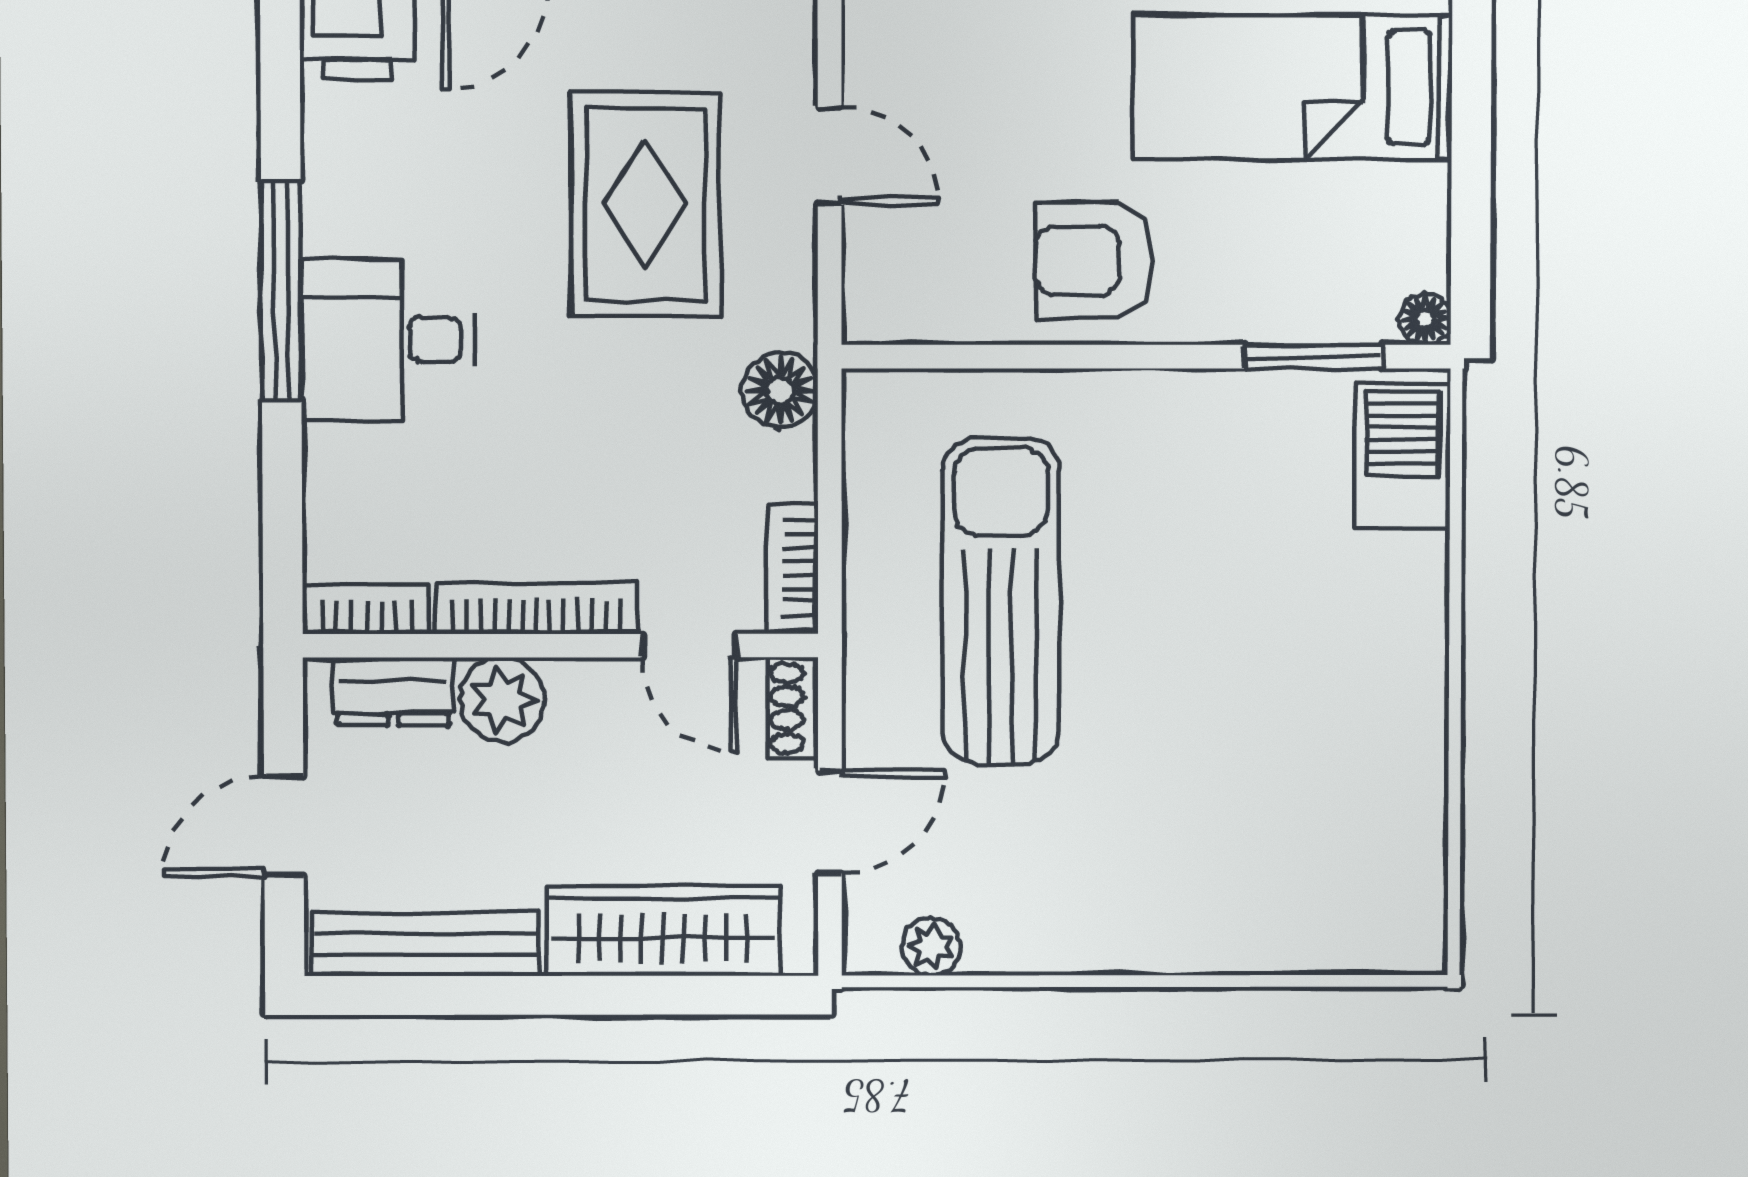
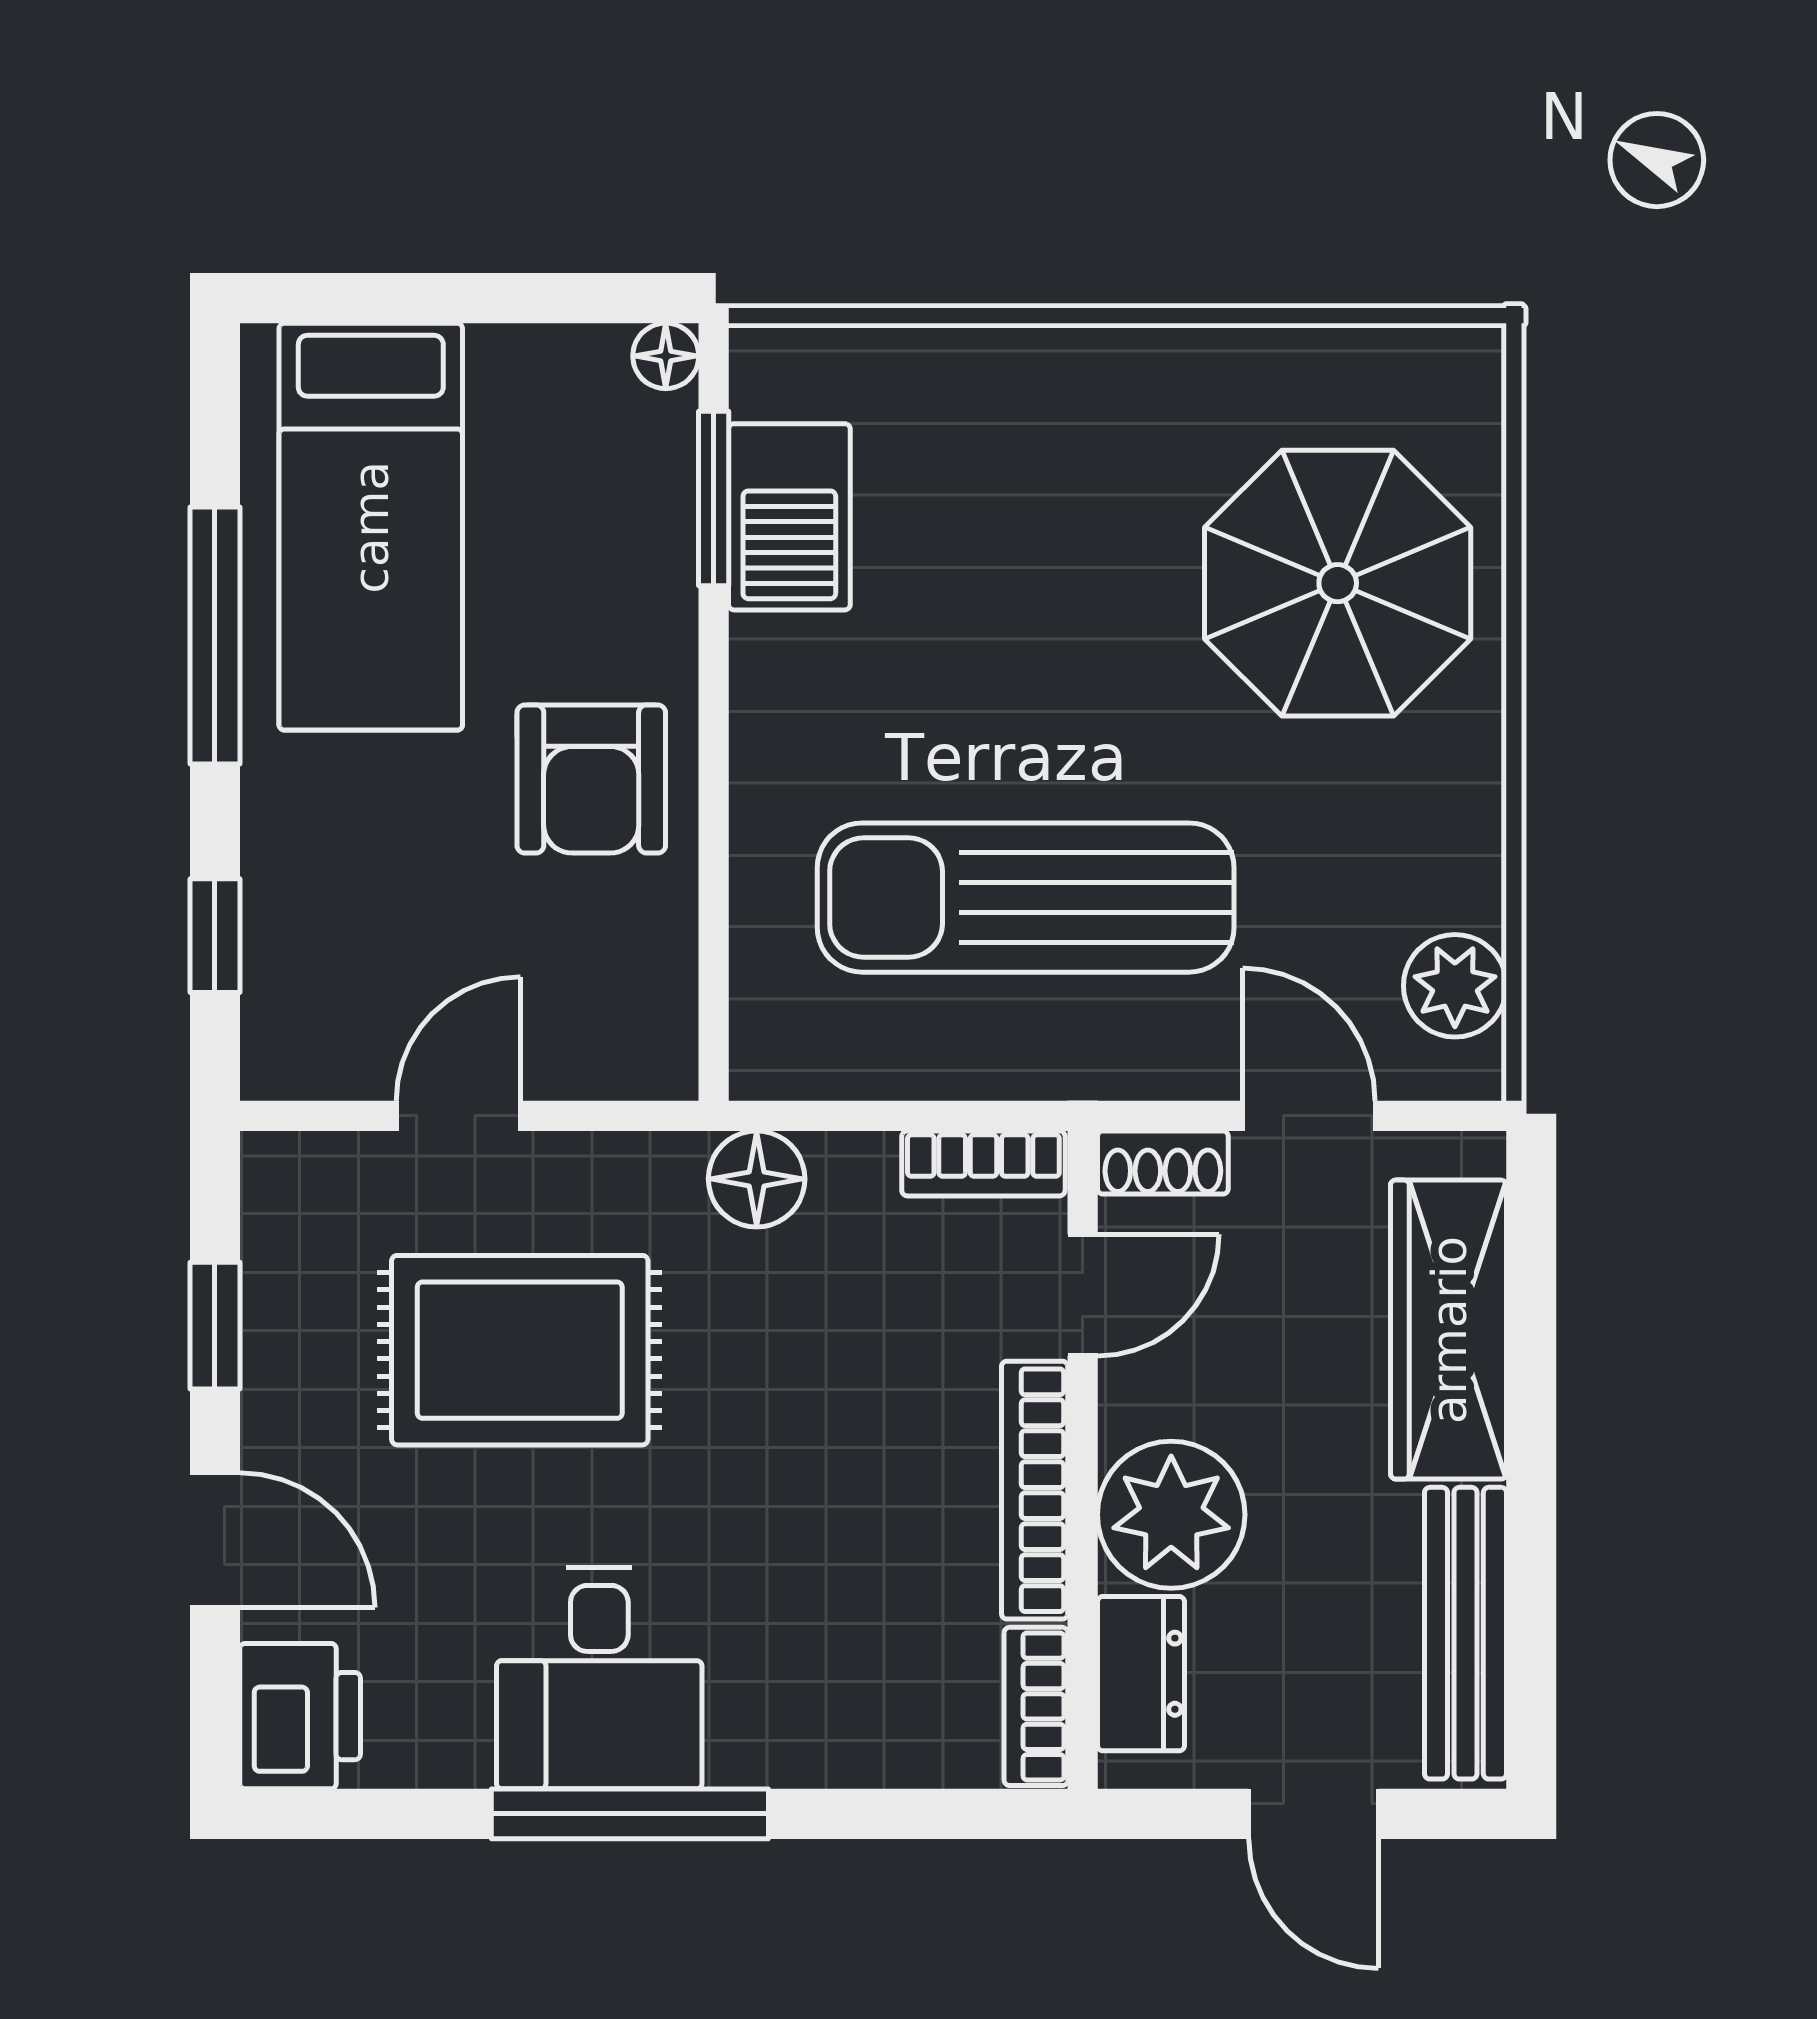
desk: (388, 339) -> (599, 1678), moved
barbecue: (1403, 456) -> (789, 517), moved, turned -90
plant: (502, 700) -> (1171, 1515), width x1.36, depth x1.36
parasol: (1246, 844) -> (1338, 583), added
plant: (931, 947) -> (1455, 986), width x1.38, depth x1.38

